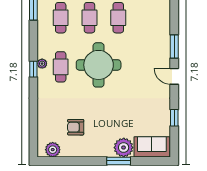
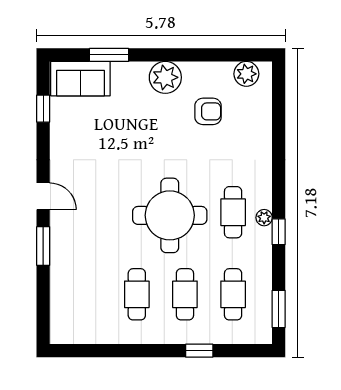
window: (33, 69) -> (279, 232), moved
window: (174, 118) -> (43, 109), moved
plant: (124, 148) -> (165, 77), moved
window: (119, 161) -> (109, 55), moved

